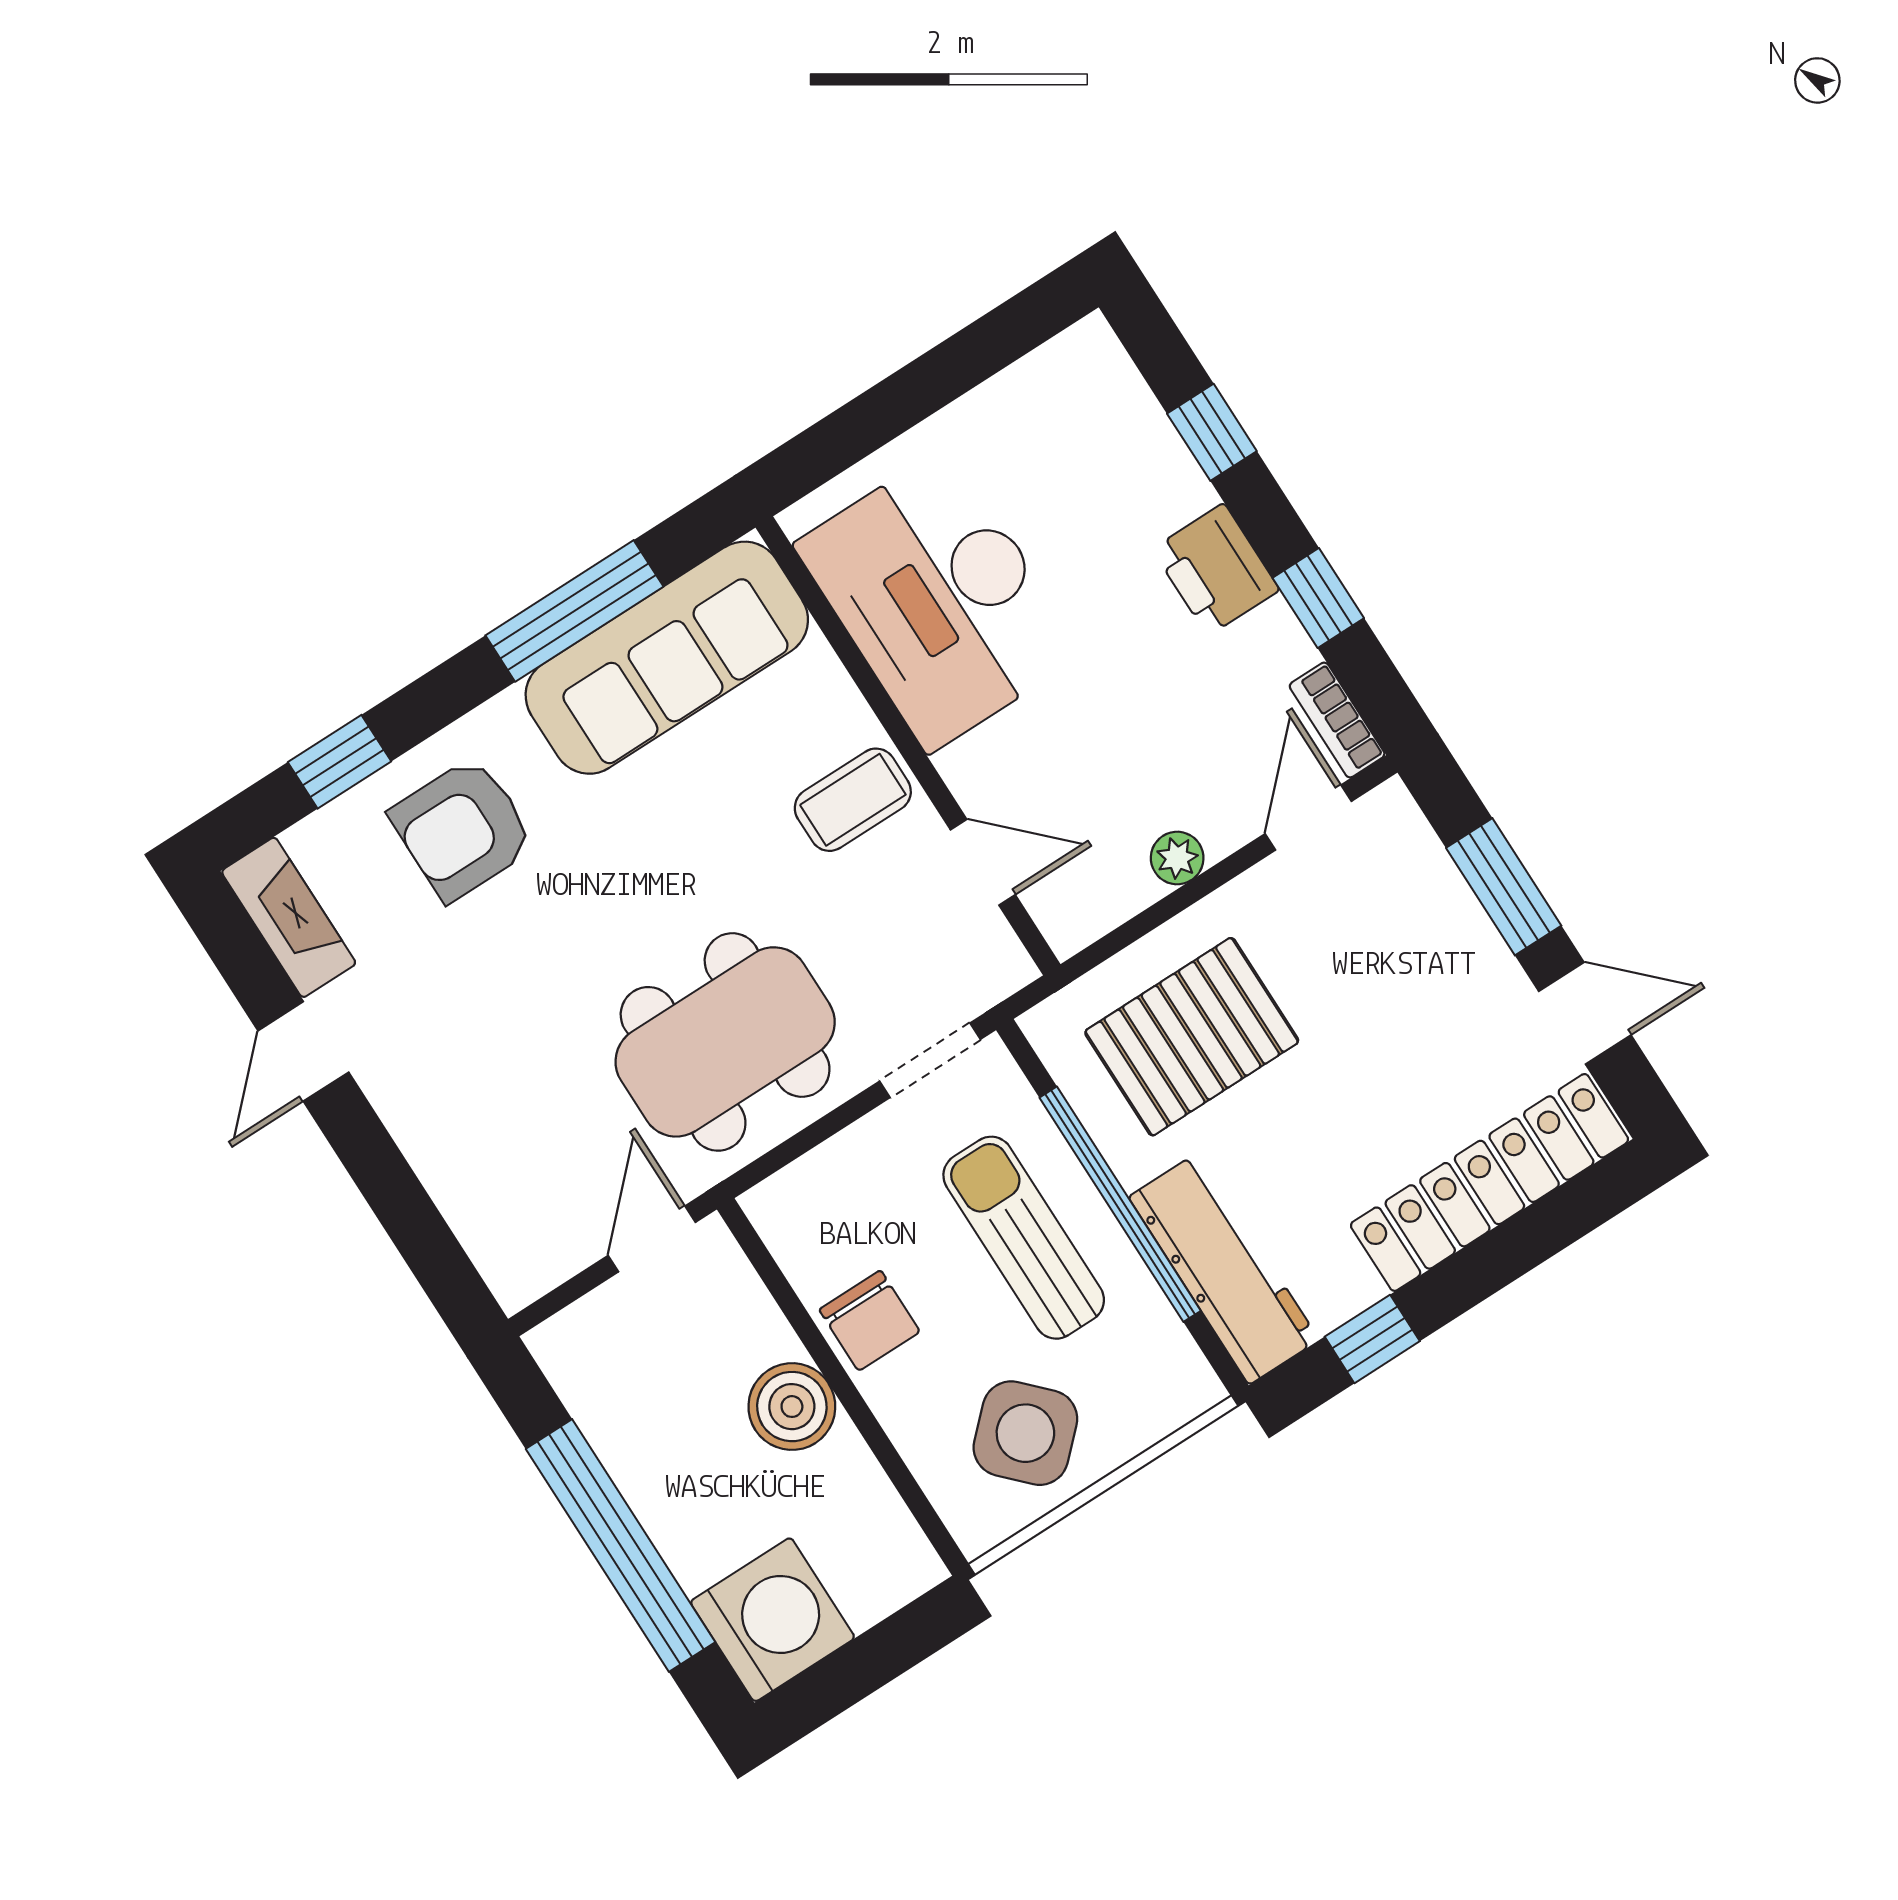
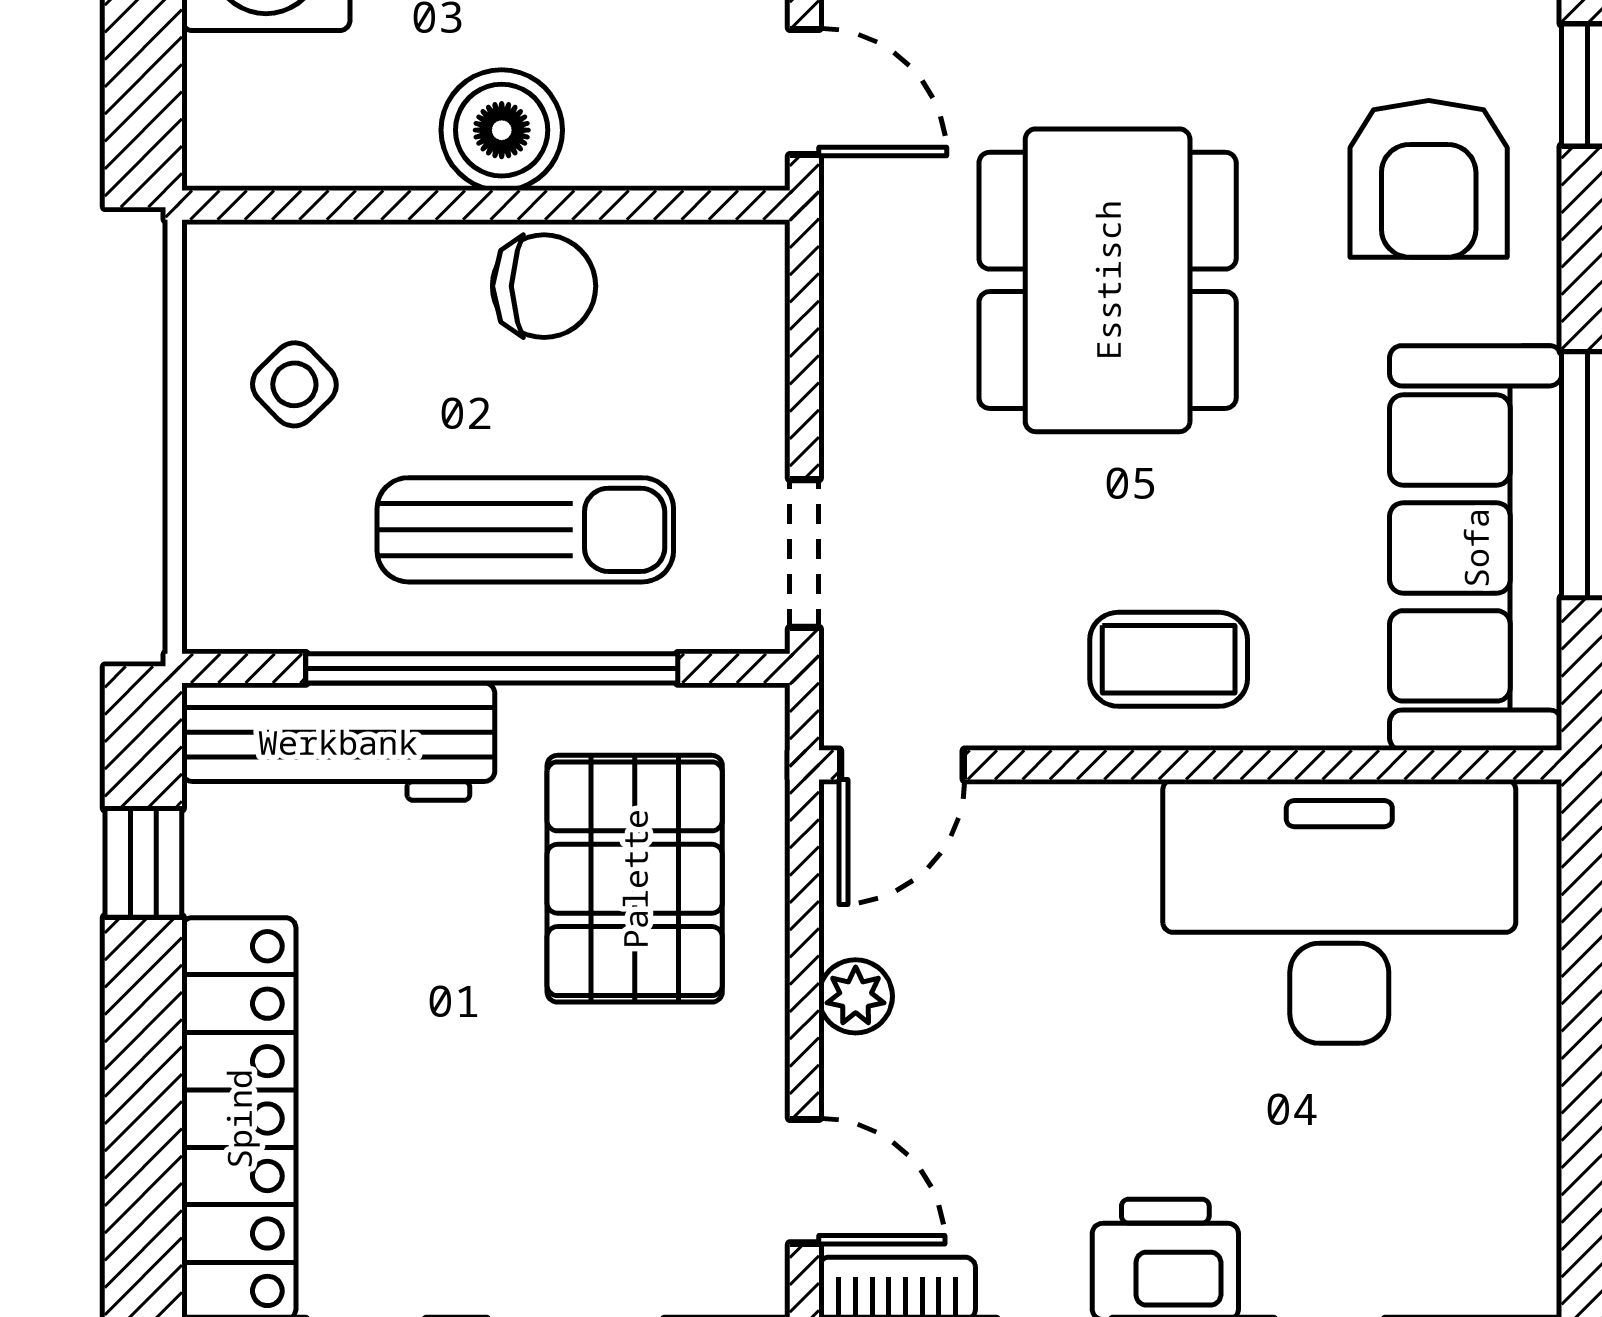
coffee table: (853, 800) -> (1169, 659), turned 90
armchair: (463, 829) -> (1429, 179), turned 180
door: (983, 862) -> (902, 765), moved
dining table: (725, 1042) -> (1108, 280), moved
chair: (870, 1321) -> (544, 286), turned 180
side table: (1025, 1433) -> (294, 384), width x0.54, depth x0.54

